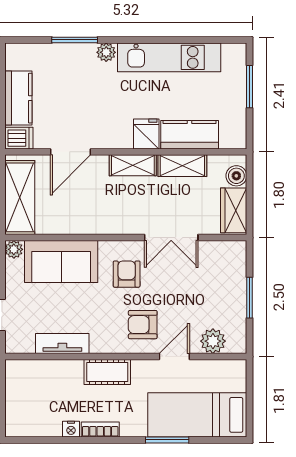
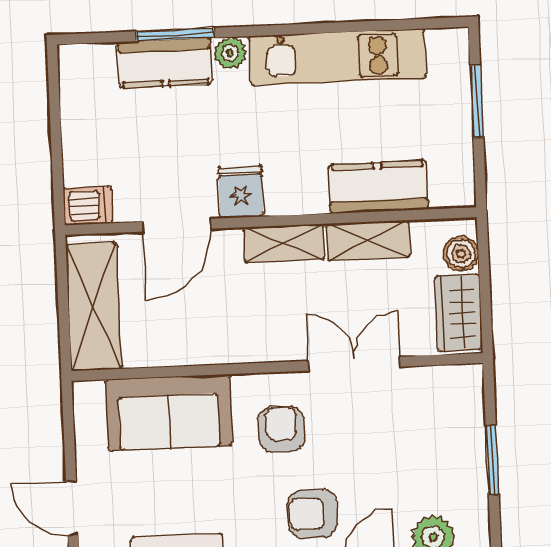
kitchen counter: (18, 98) -> (165, 63), moved, turned 90
fridge: (146, 134) -> (241, 192), moved
double door: (171, 238) -> (354, 364), swing flipped
plant: (14, 249) -> (87, 396), removed

